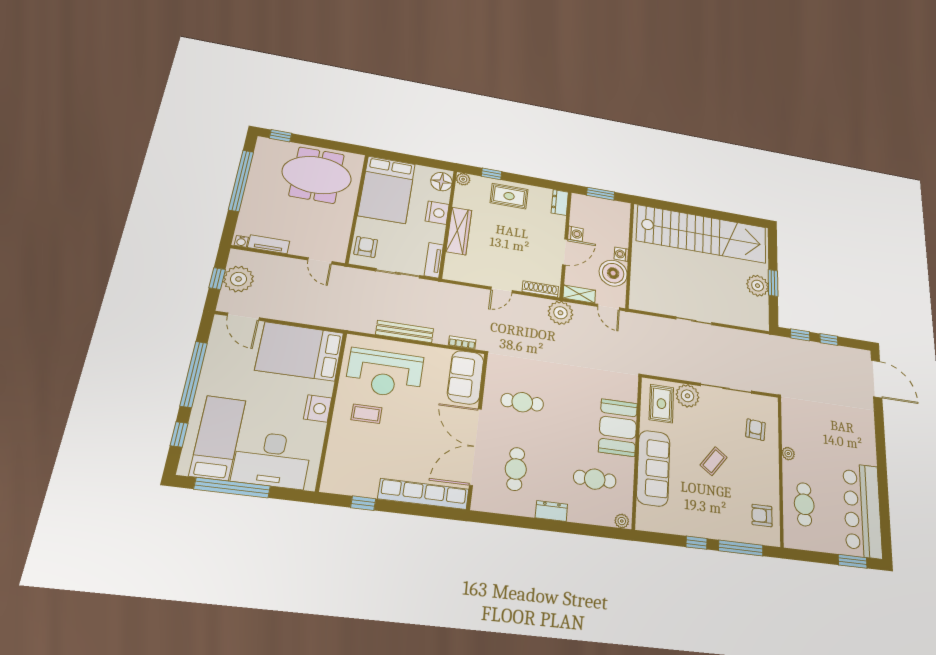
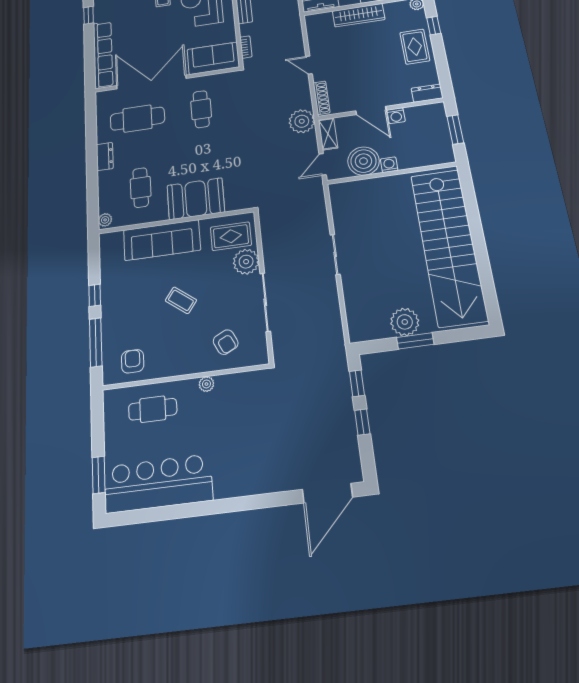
armchair: (756, 430) -> (226, 342), turned 59
cafe table: (516, 469) -> (137, 119), width x1.37, depth x1.35

